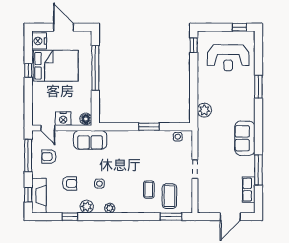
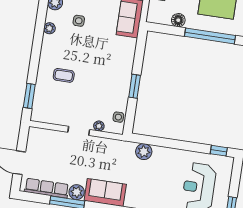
floor lamp: (86, 119) -> (178, 20), moved
plant: (188, 152) -> (99, 126), added
plant: (248, 163) -> (77, 192), added
row of seats: (249, 190) -> (47, 188), width x1.48
coffee table: (169, 196) -> (53, 98), removed

